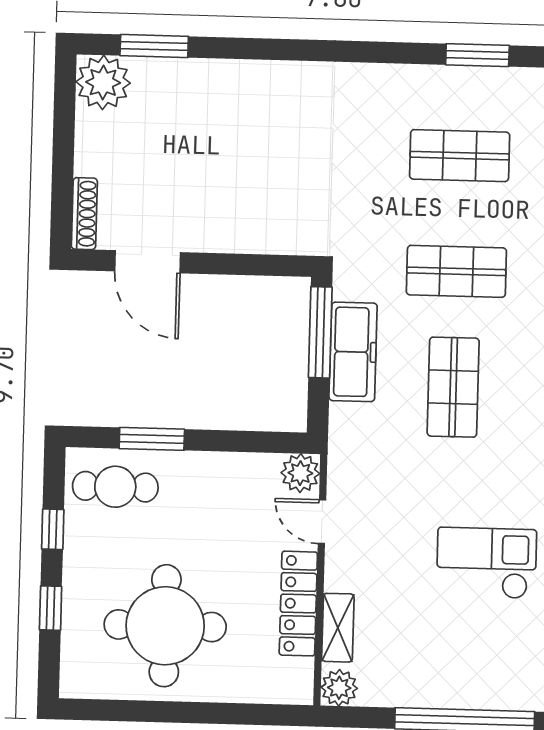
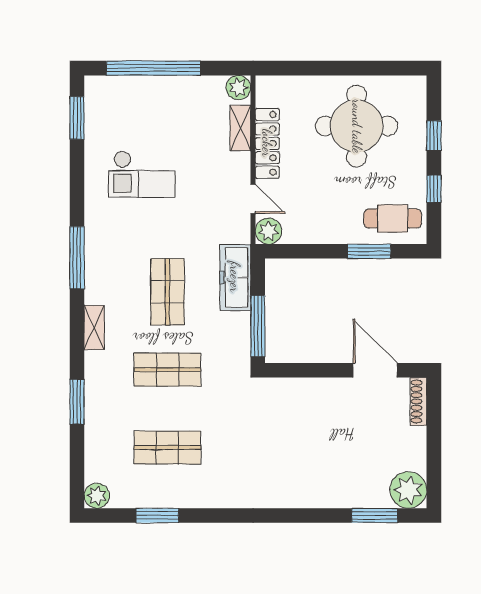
freezer: (353, 352) -> (235, 277), moved

